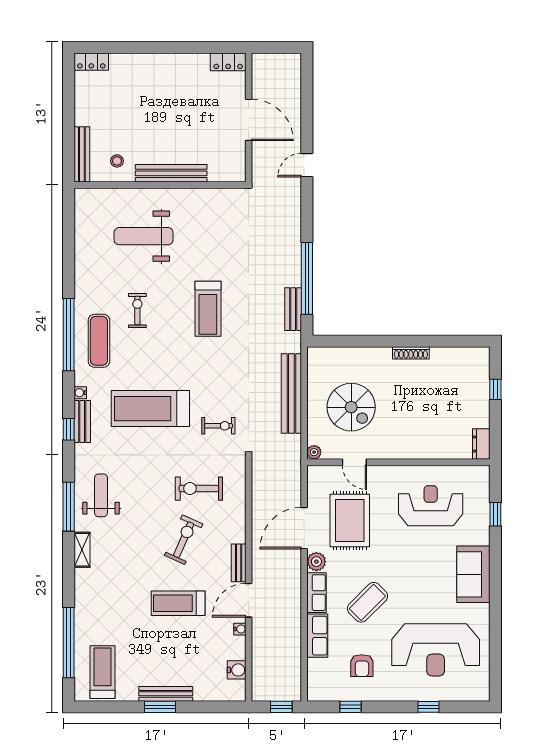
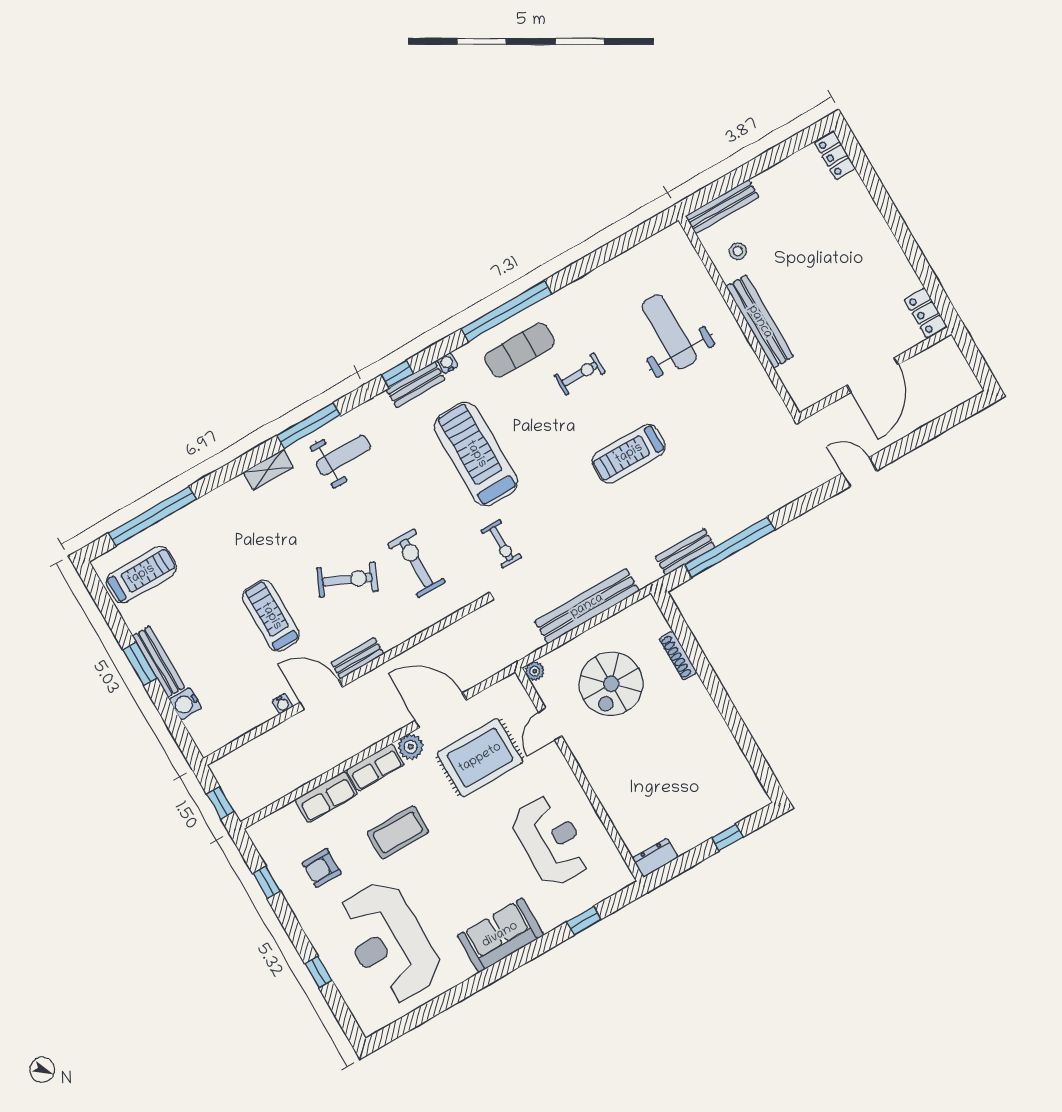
shoe rack: (411, 353) -> (678, 656), moved
coffee table: (367, 602) -> (398, 832), turned -45
water cooler: (237, 670) -> (186, 704), moved, turned 90

